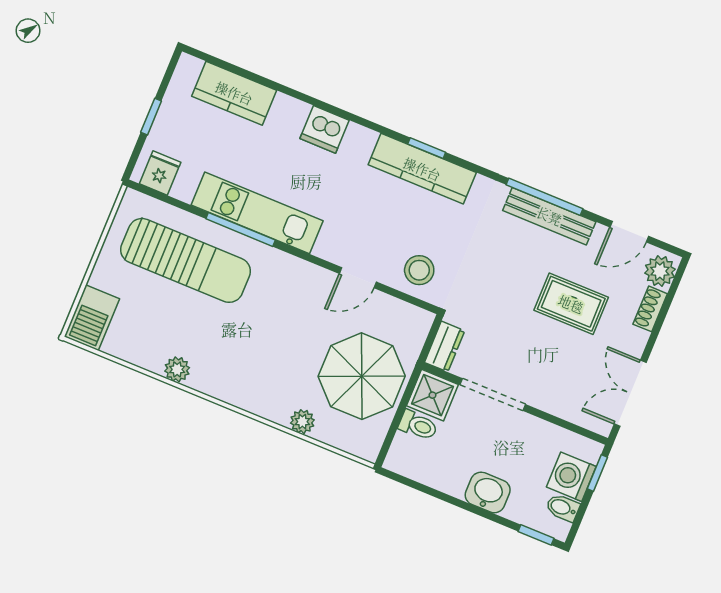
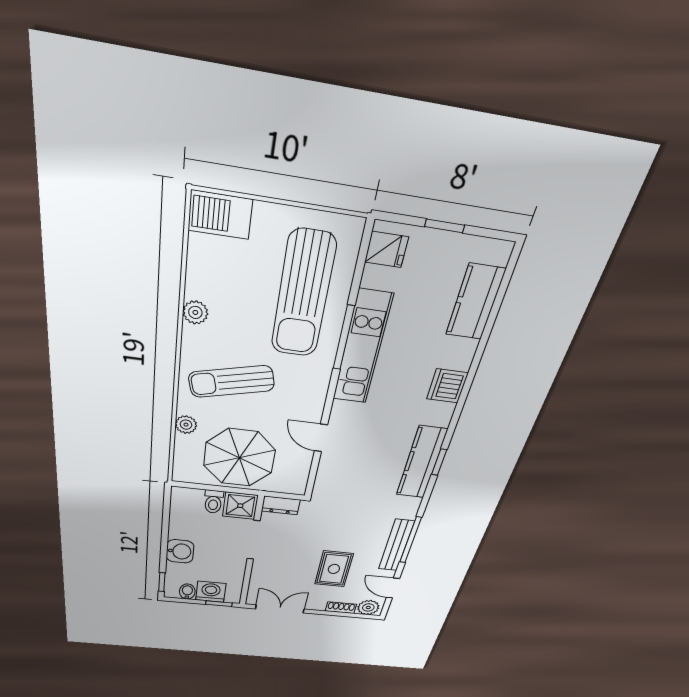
stool: (419, 270) -> (337, 478), removed
sun lounger: (262, 356) -> (231, 381), added

